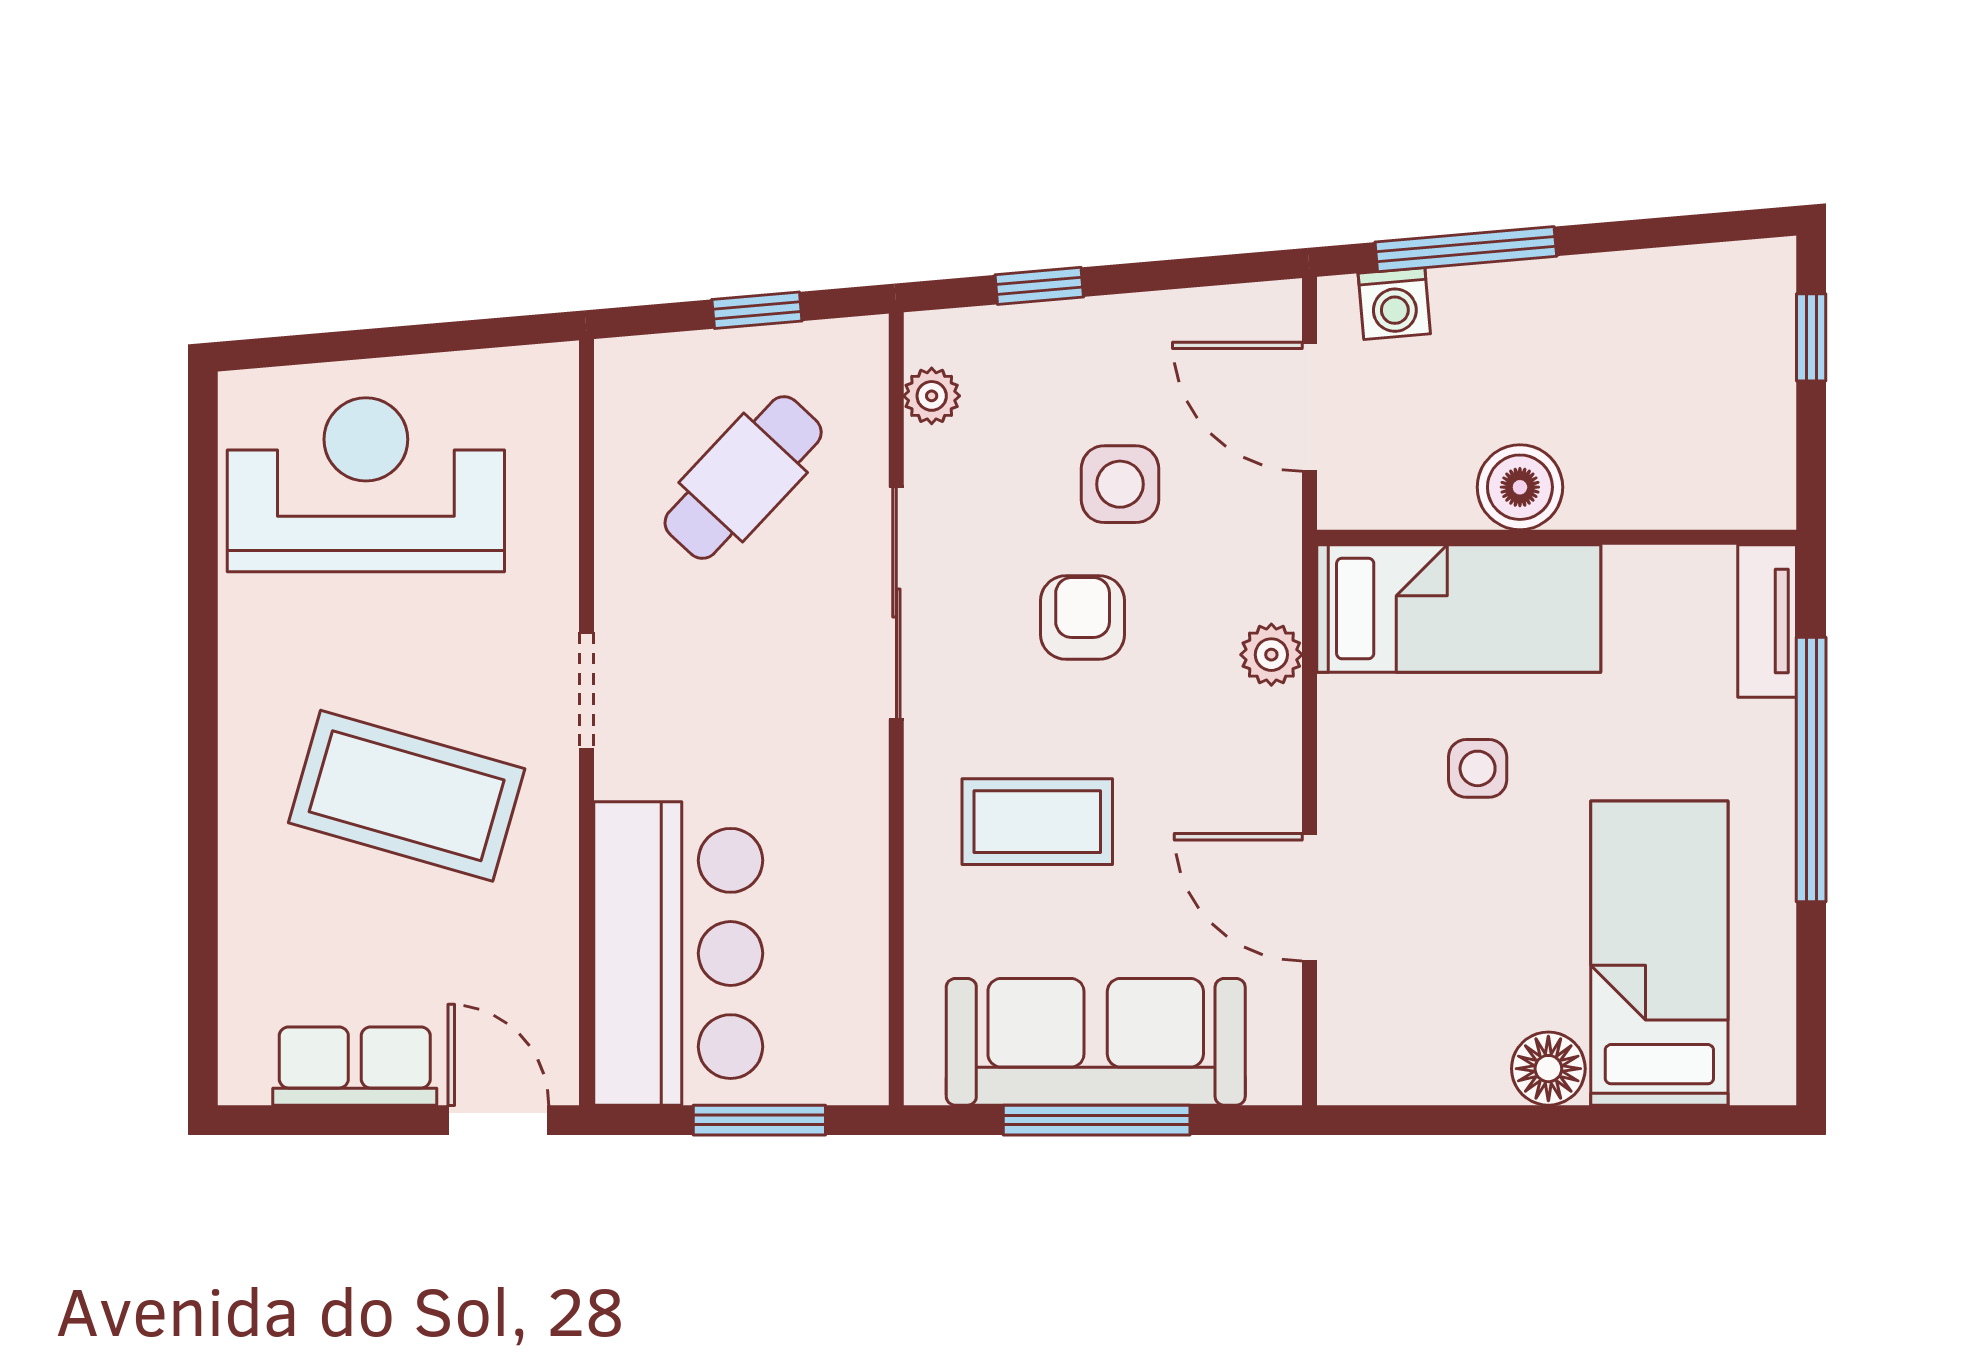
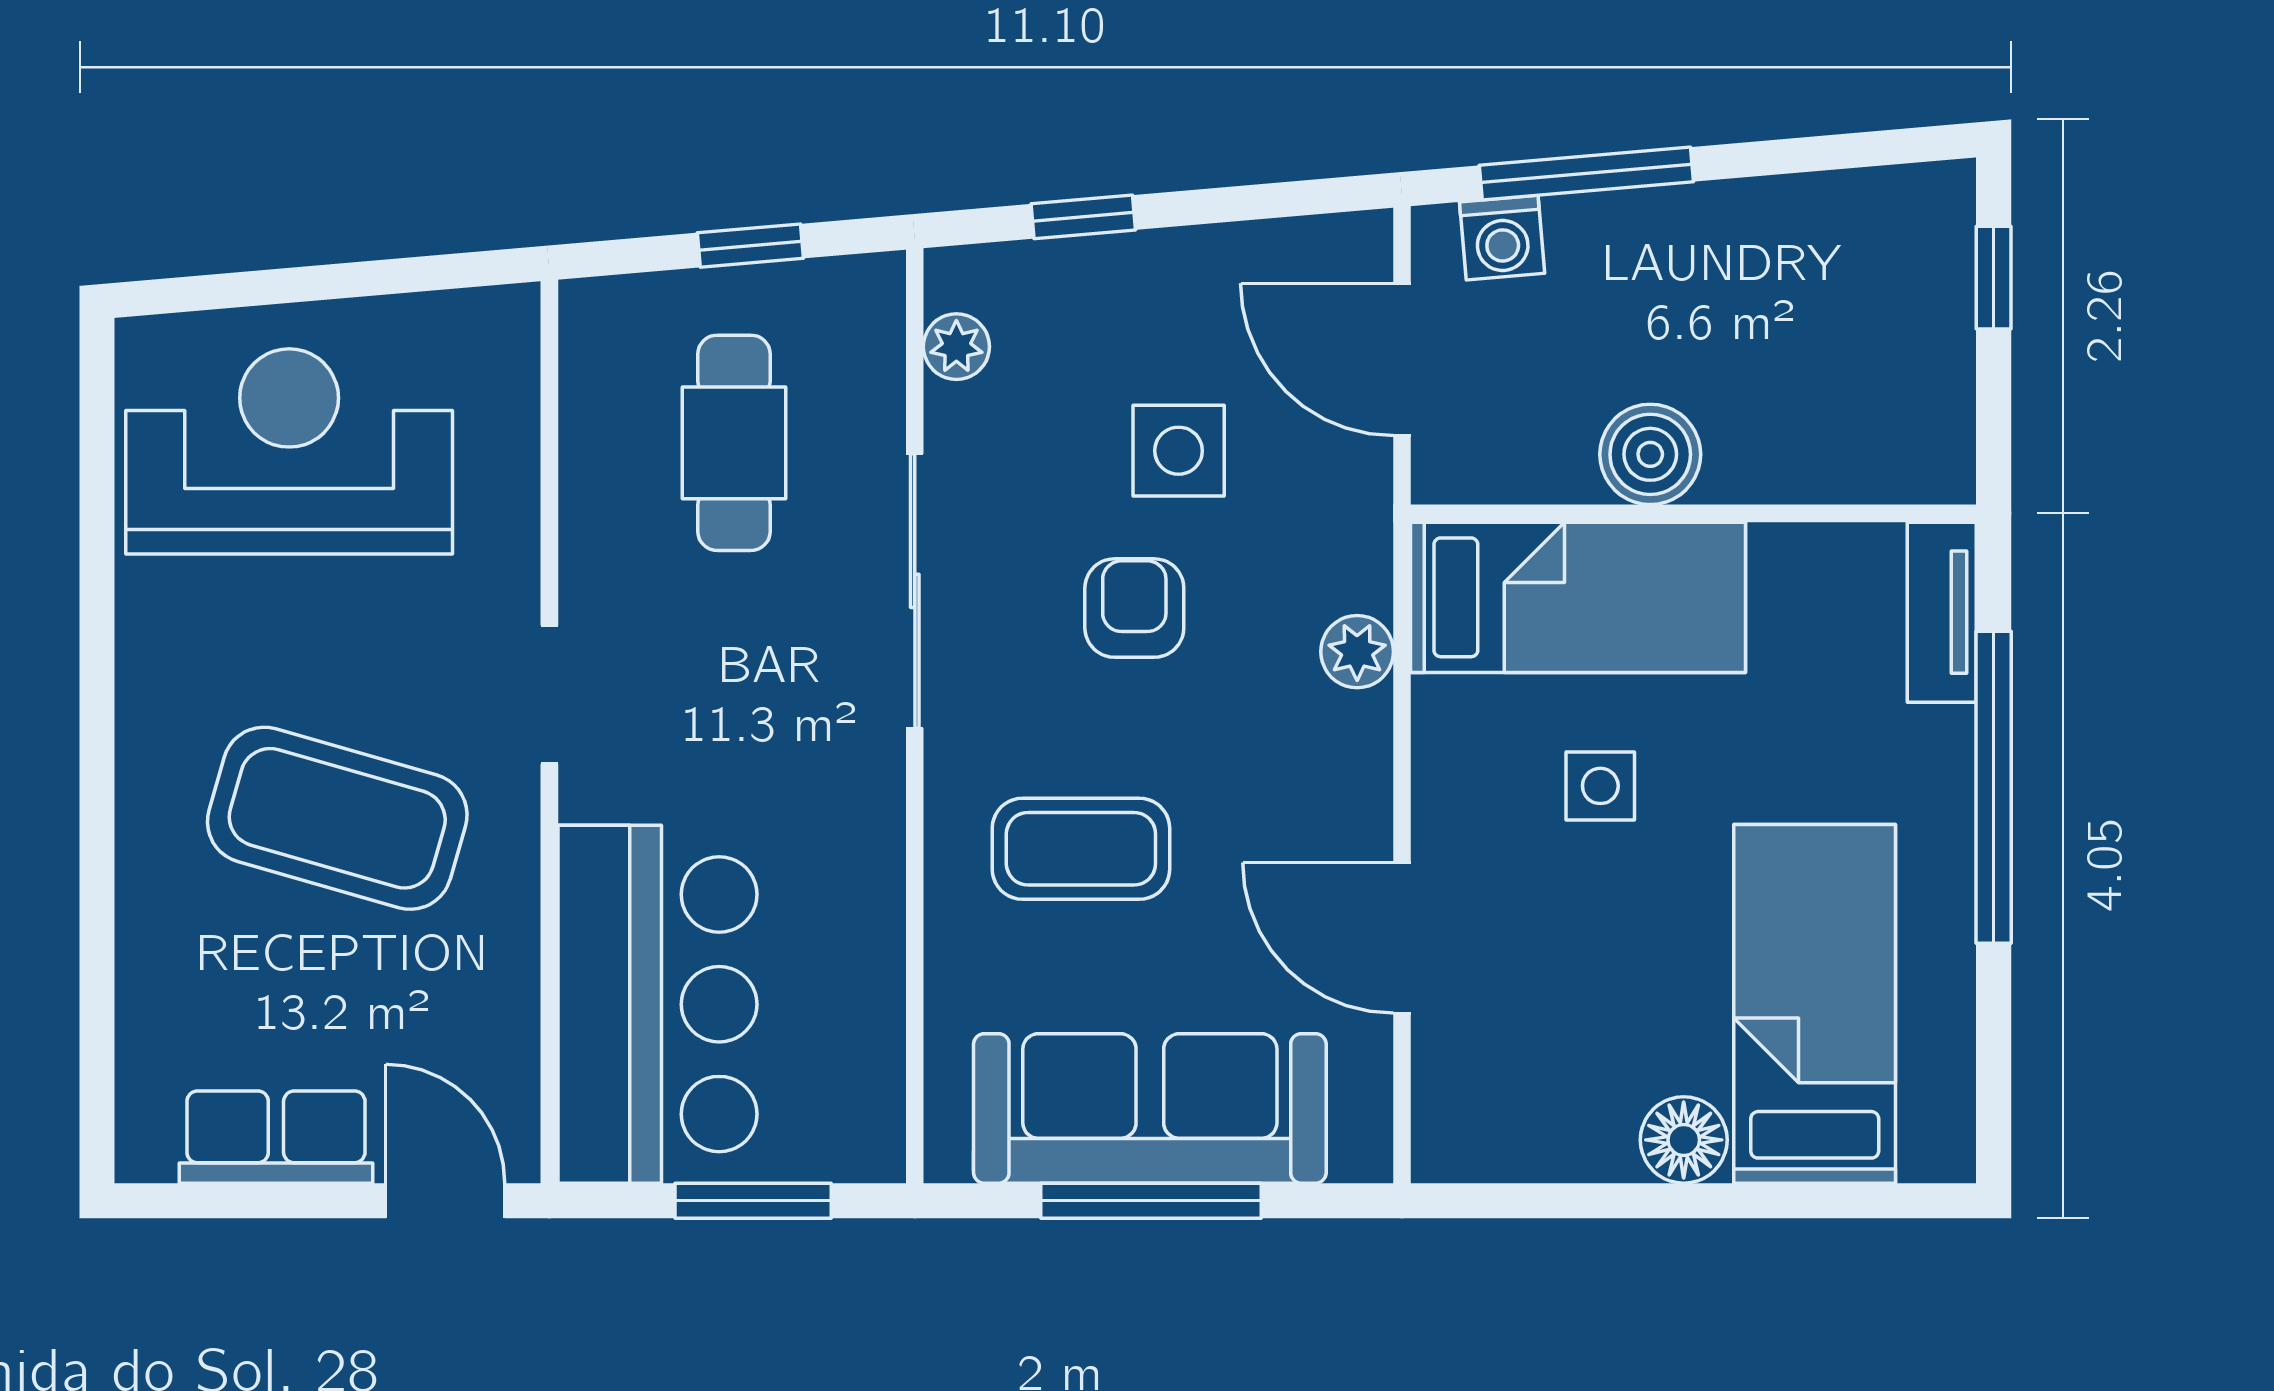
cafe table: (743, 477) -> (734, 443), turned -43

